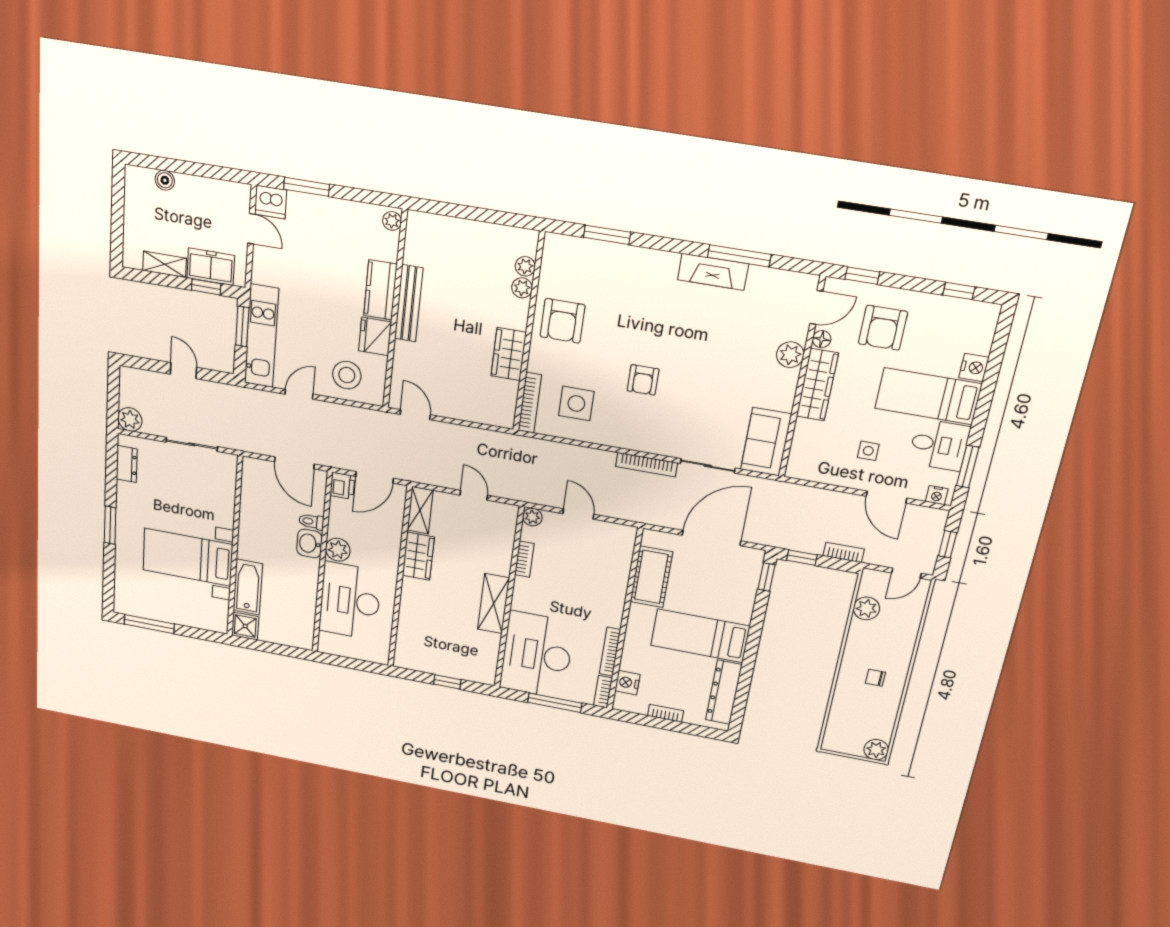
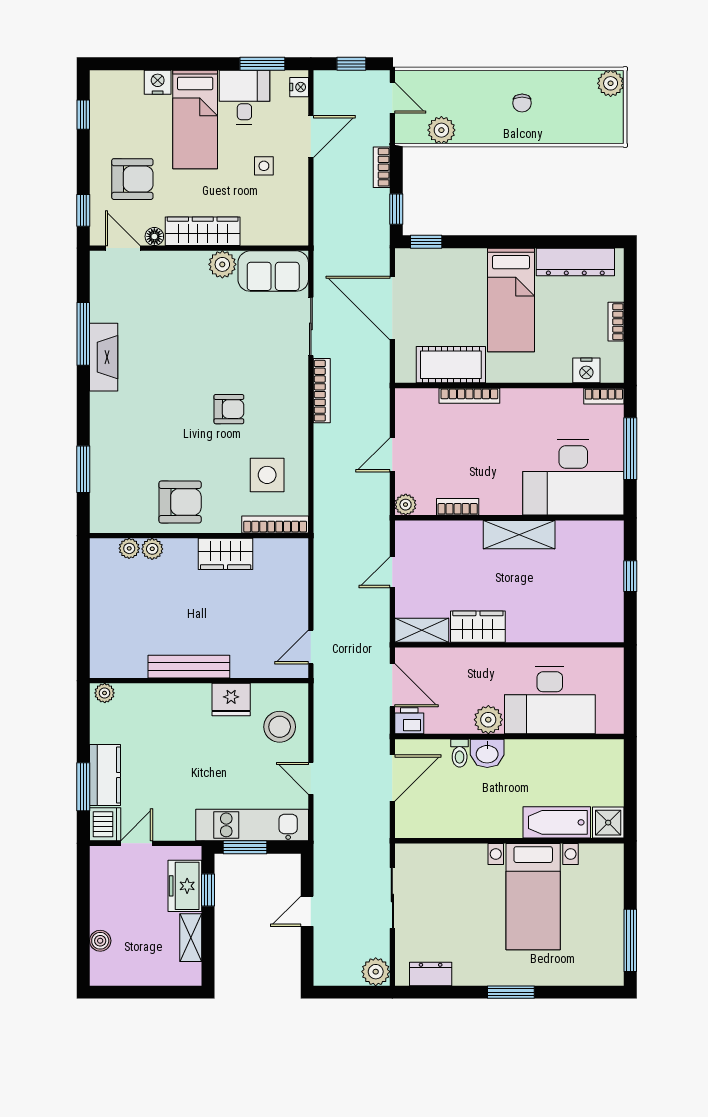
kitchen counter: (380, 290) -> (105, 775), moved, turned -90
plant: (790, 355) -> (222, 264), moved
bookcase: (610, 652) -> (469, 396), moved

